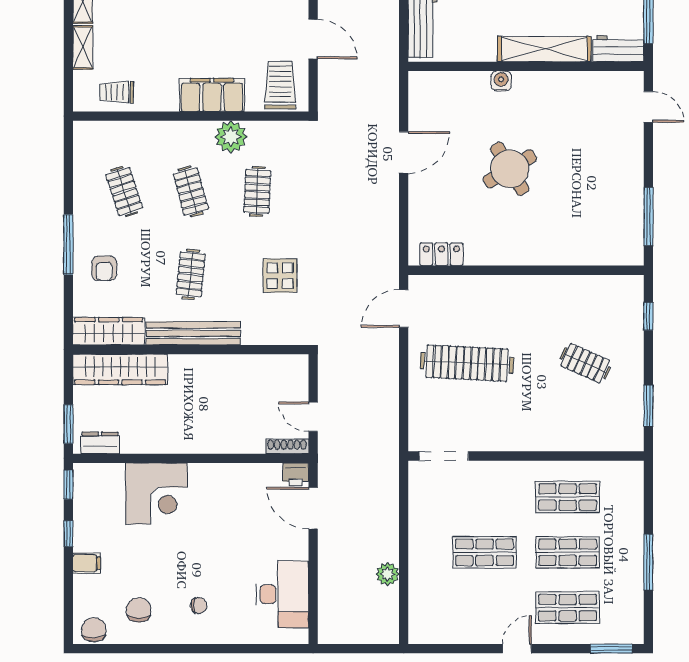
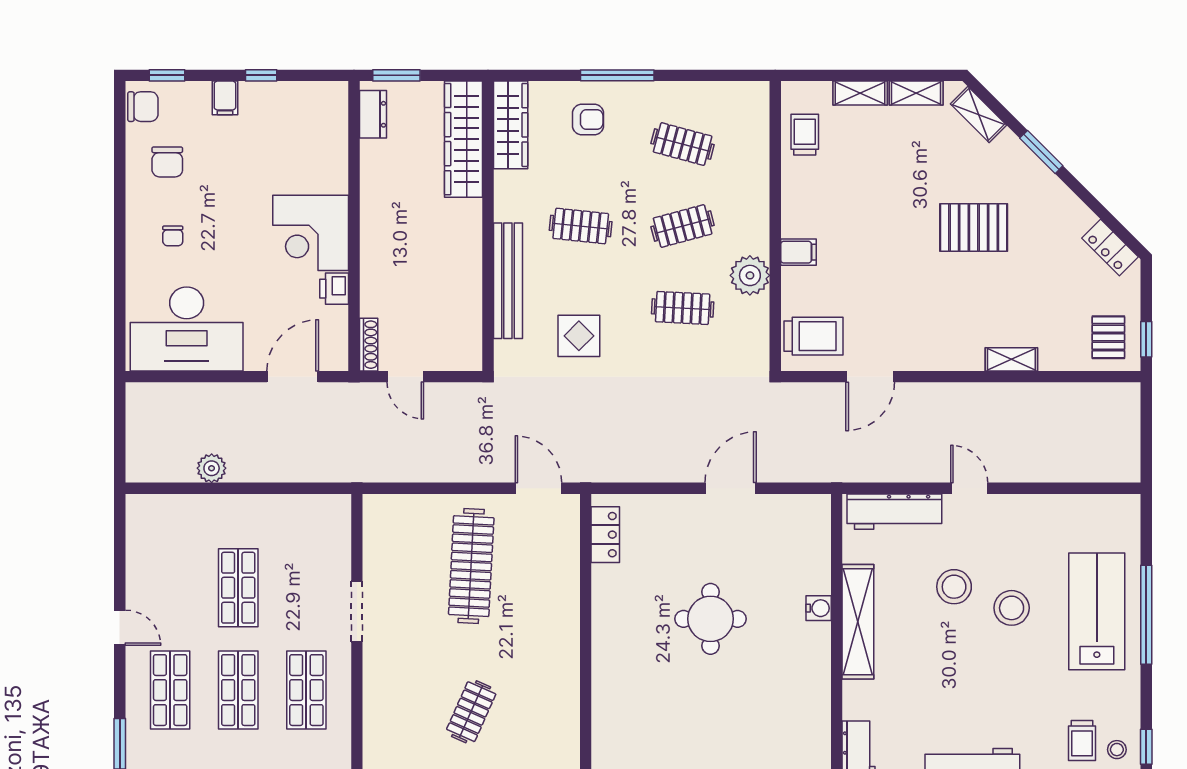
shelving: (544, 49) -> (858, 622), moved
filing cabinet: (212, 95) -> (799, 252), width x0.33, depth x0.86
door: (404, 152) -> (731, 488), swing flipped
round table: (510, 169) -> (711, 619), turned 31
clothes rail: (124, 191) -> (683, 144), turned 33
armchair: (104, 268) -> (588, 119), turned 180
bench: (193, 333) -> (508, 281), moved
door: (313, 417) -> (405, 377), swing flipped
doorway: (444, 456) -> (357, 611), moved
printer: (296, 474) -> (334, 289), moved
window: (68, 485) -> (167, 75), moved
corner desk: (157, 494) -> (311, 233), moved
desk: (282, 594) -> (187, 329), width x1.36, depth x1.30
chair: (139, 610) -> (167, 162), turned 90

